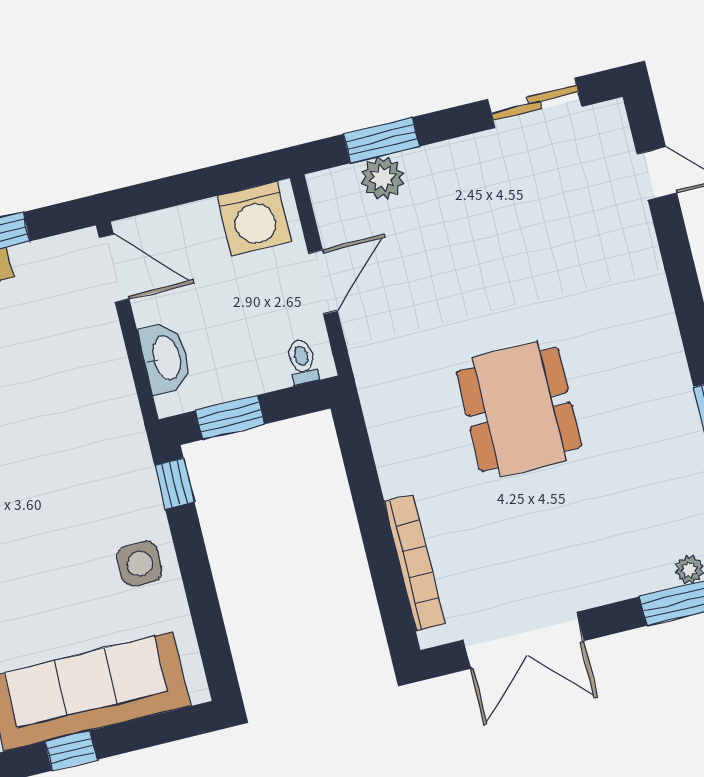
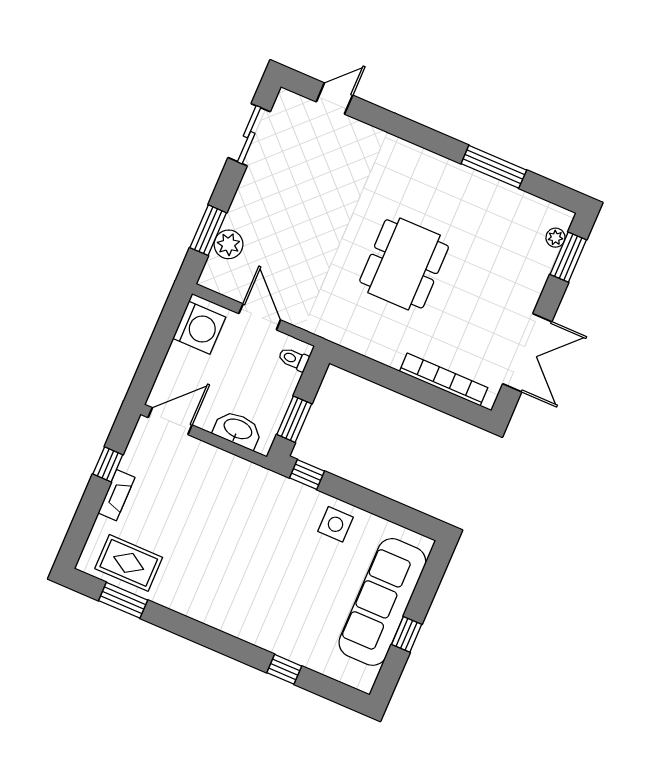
dining table: (519, 409) -> (404, 264), turned 90

